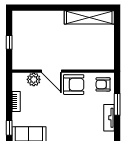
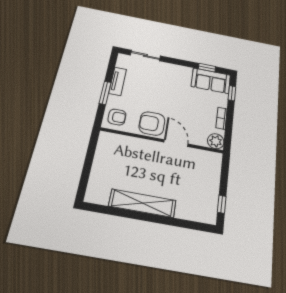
shelving: (89, 17) -> (142, 203), moved
window: (9, 42) -> (222, 204), moved
plant: (34, 79) -> (216, 141), moved

